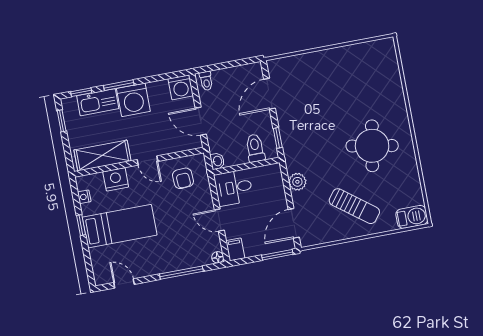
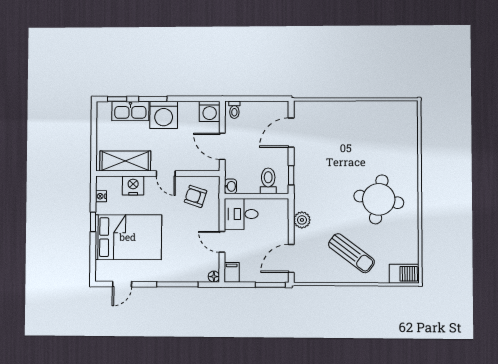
window: (62, 121) -> (94, 122), removed
armchair: (183, 178) -> (196, 196), turned 111
bed: (120, 226) -> (128, 237), width x1.50
door: (124, 283) -> (122, 284), swing flipped

